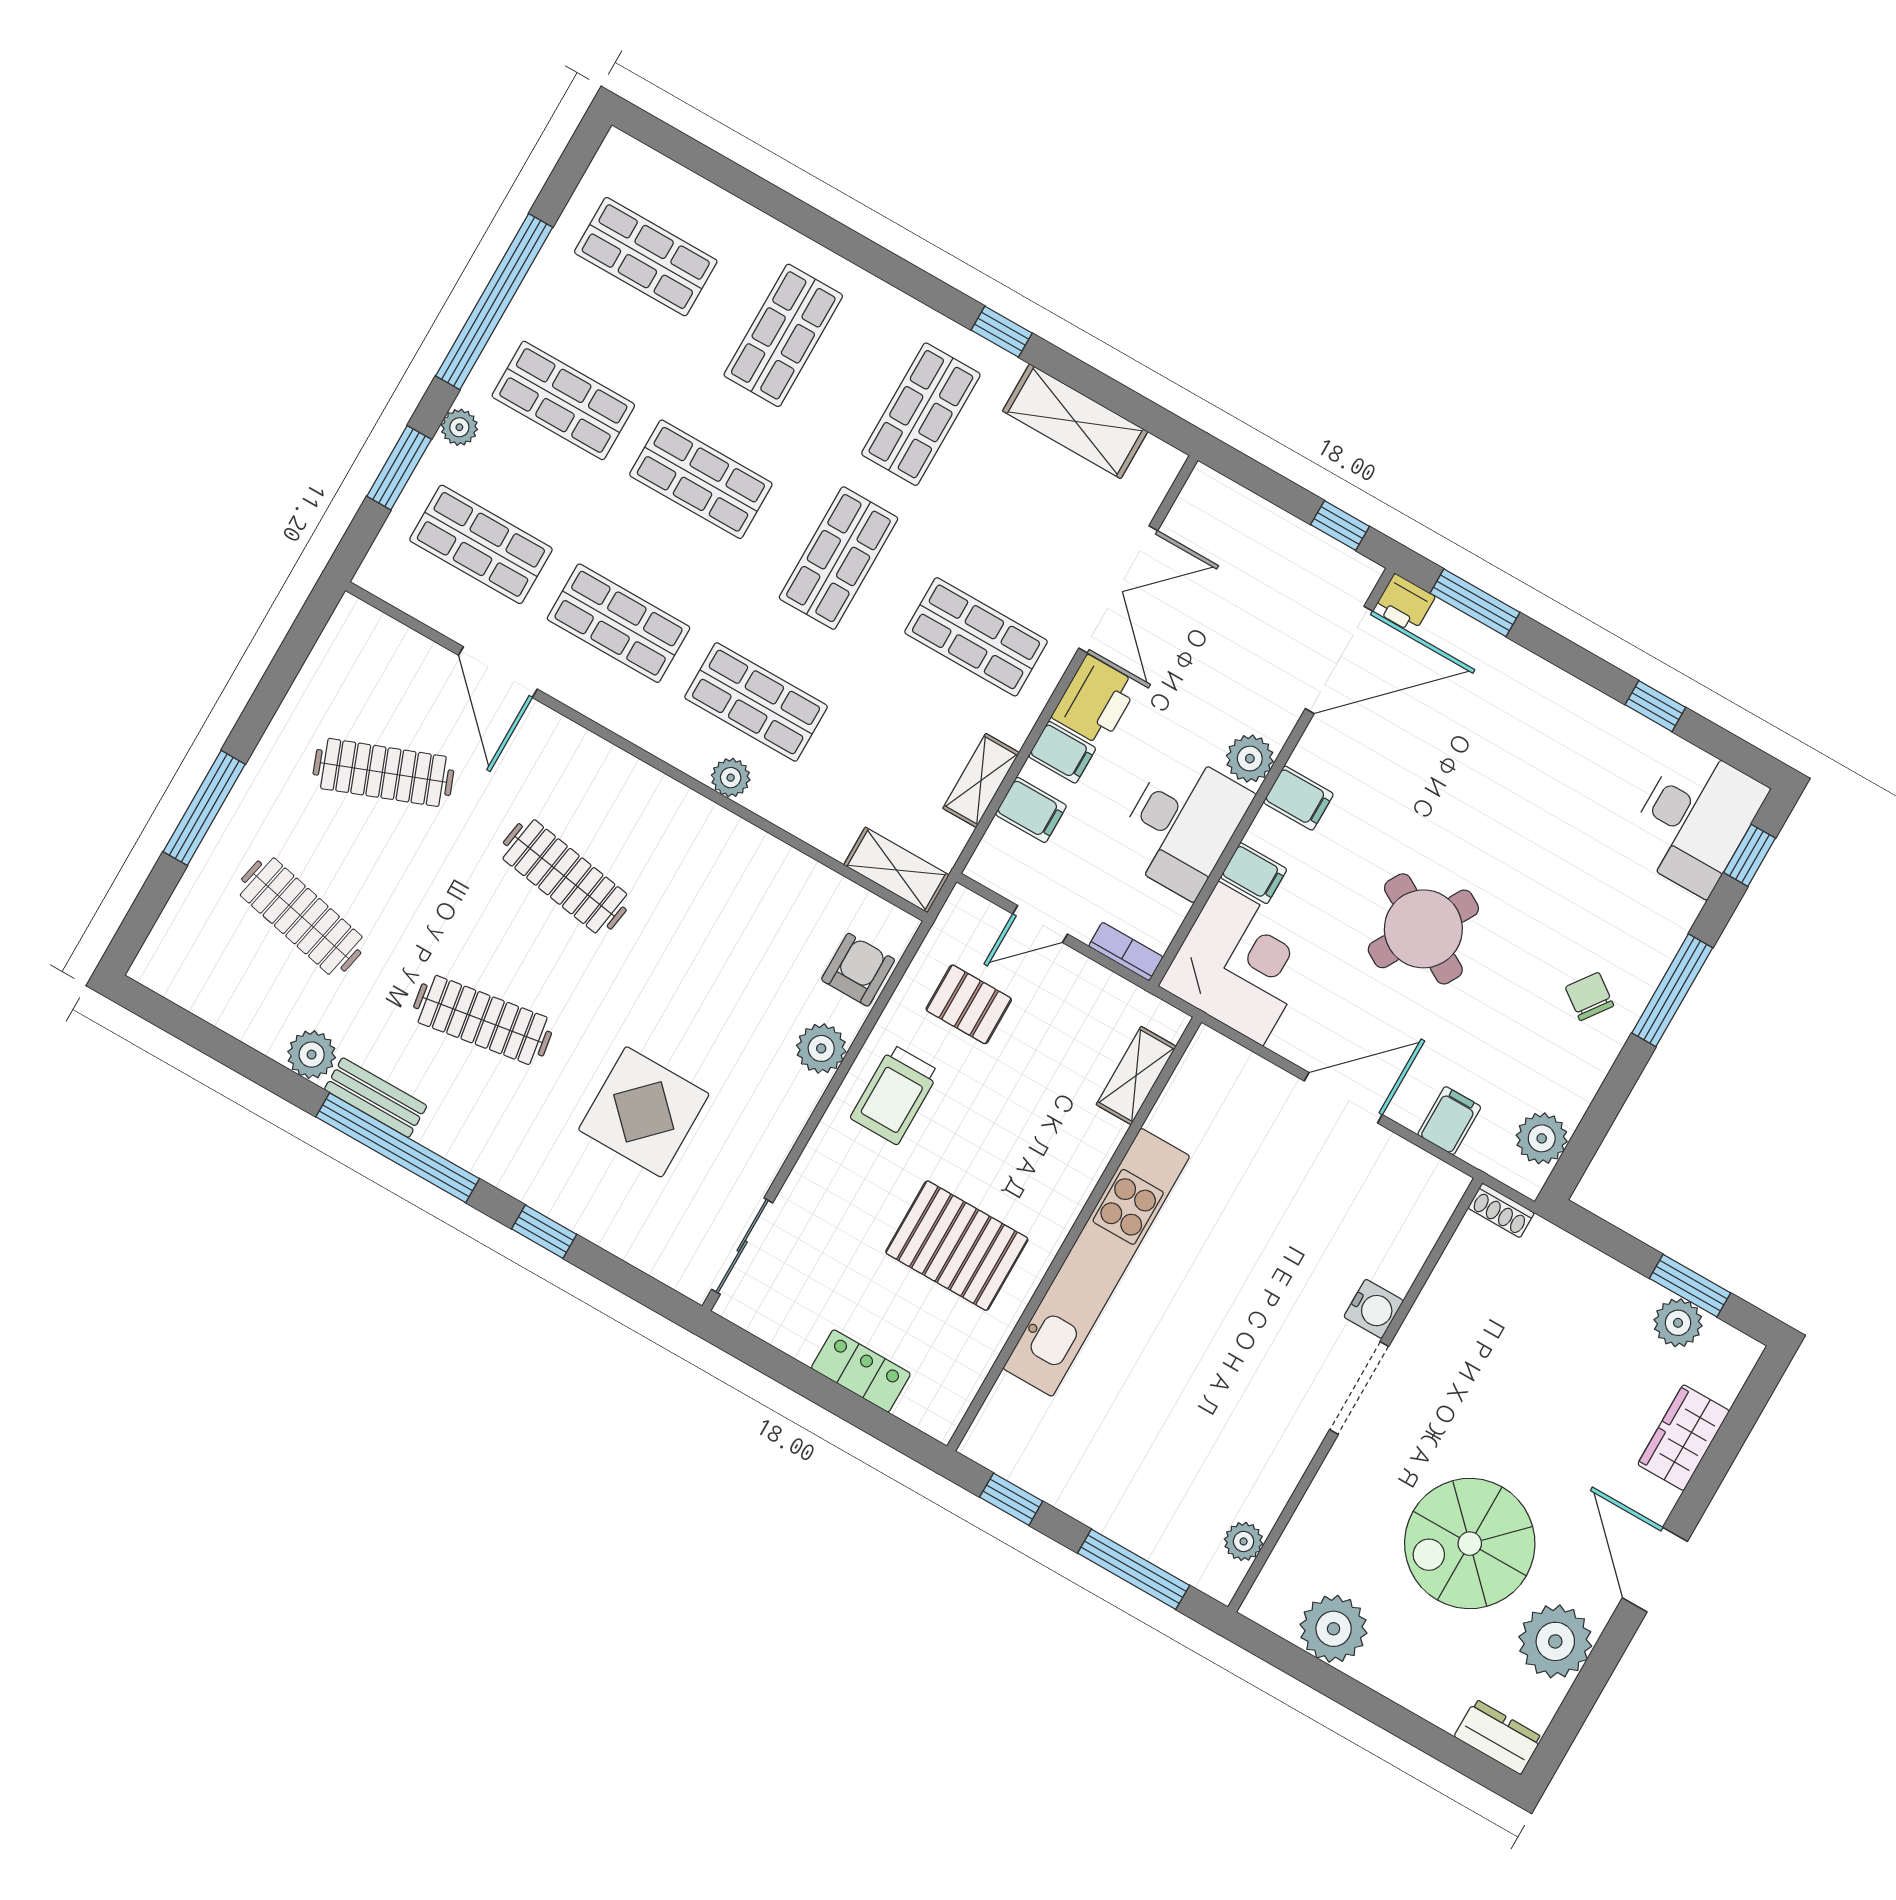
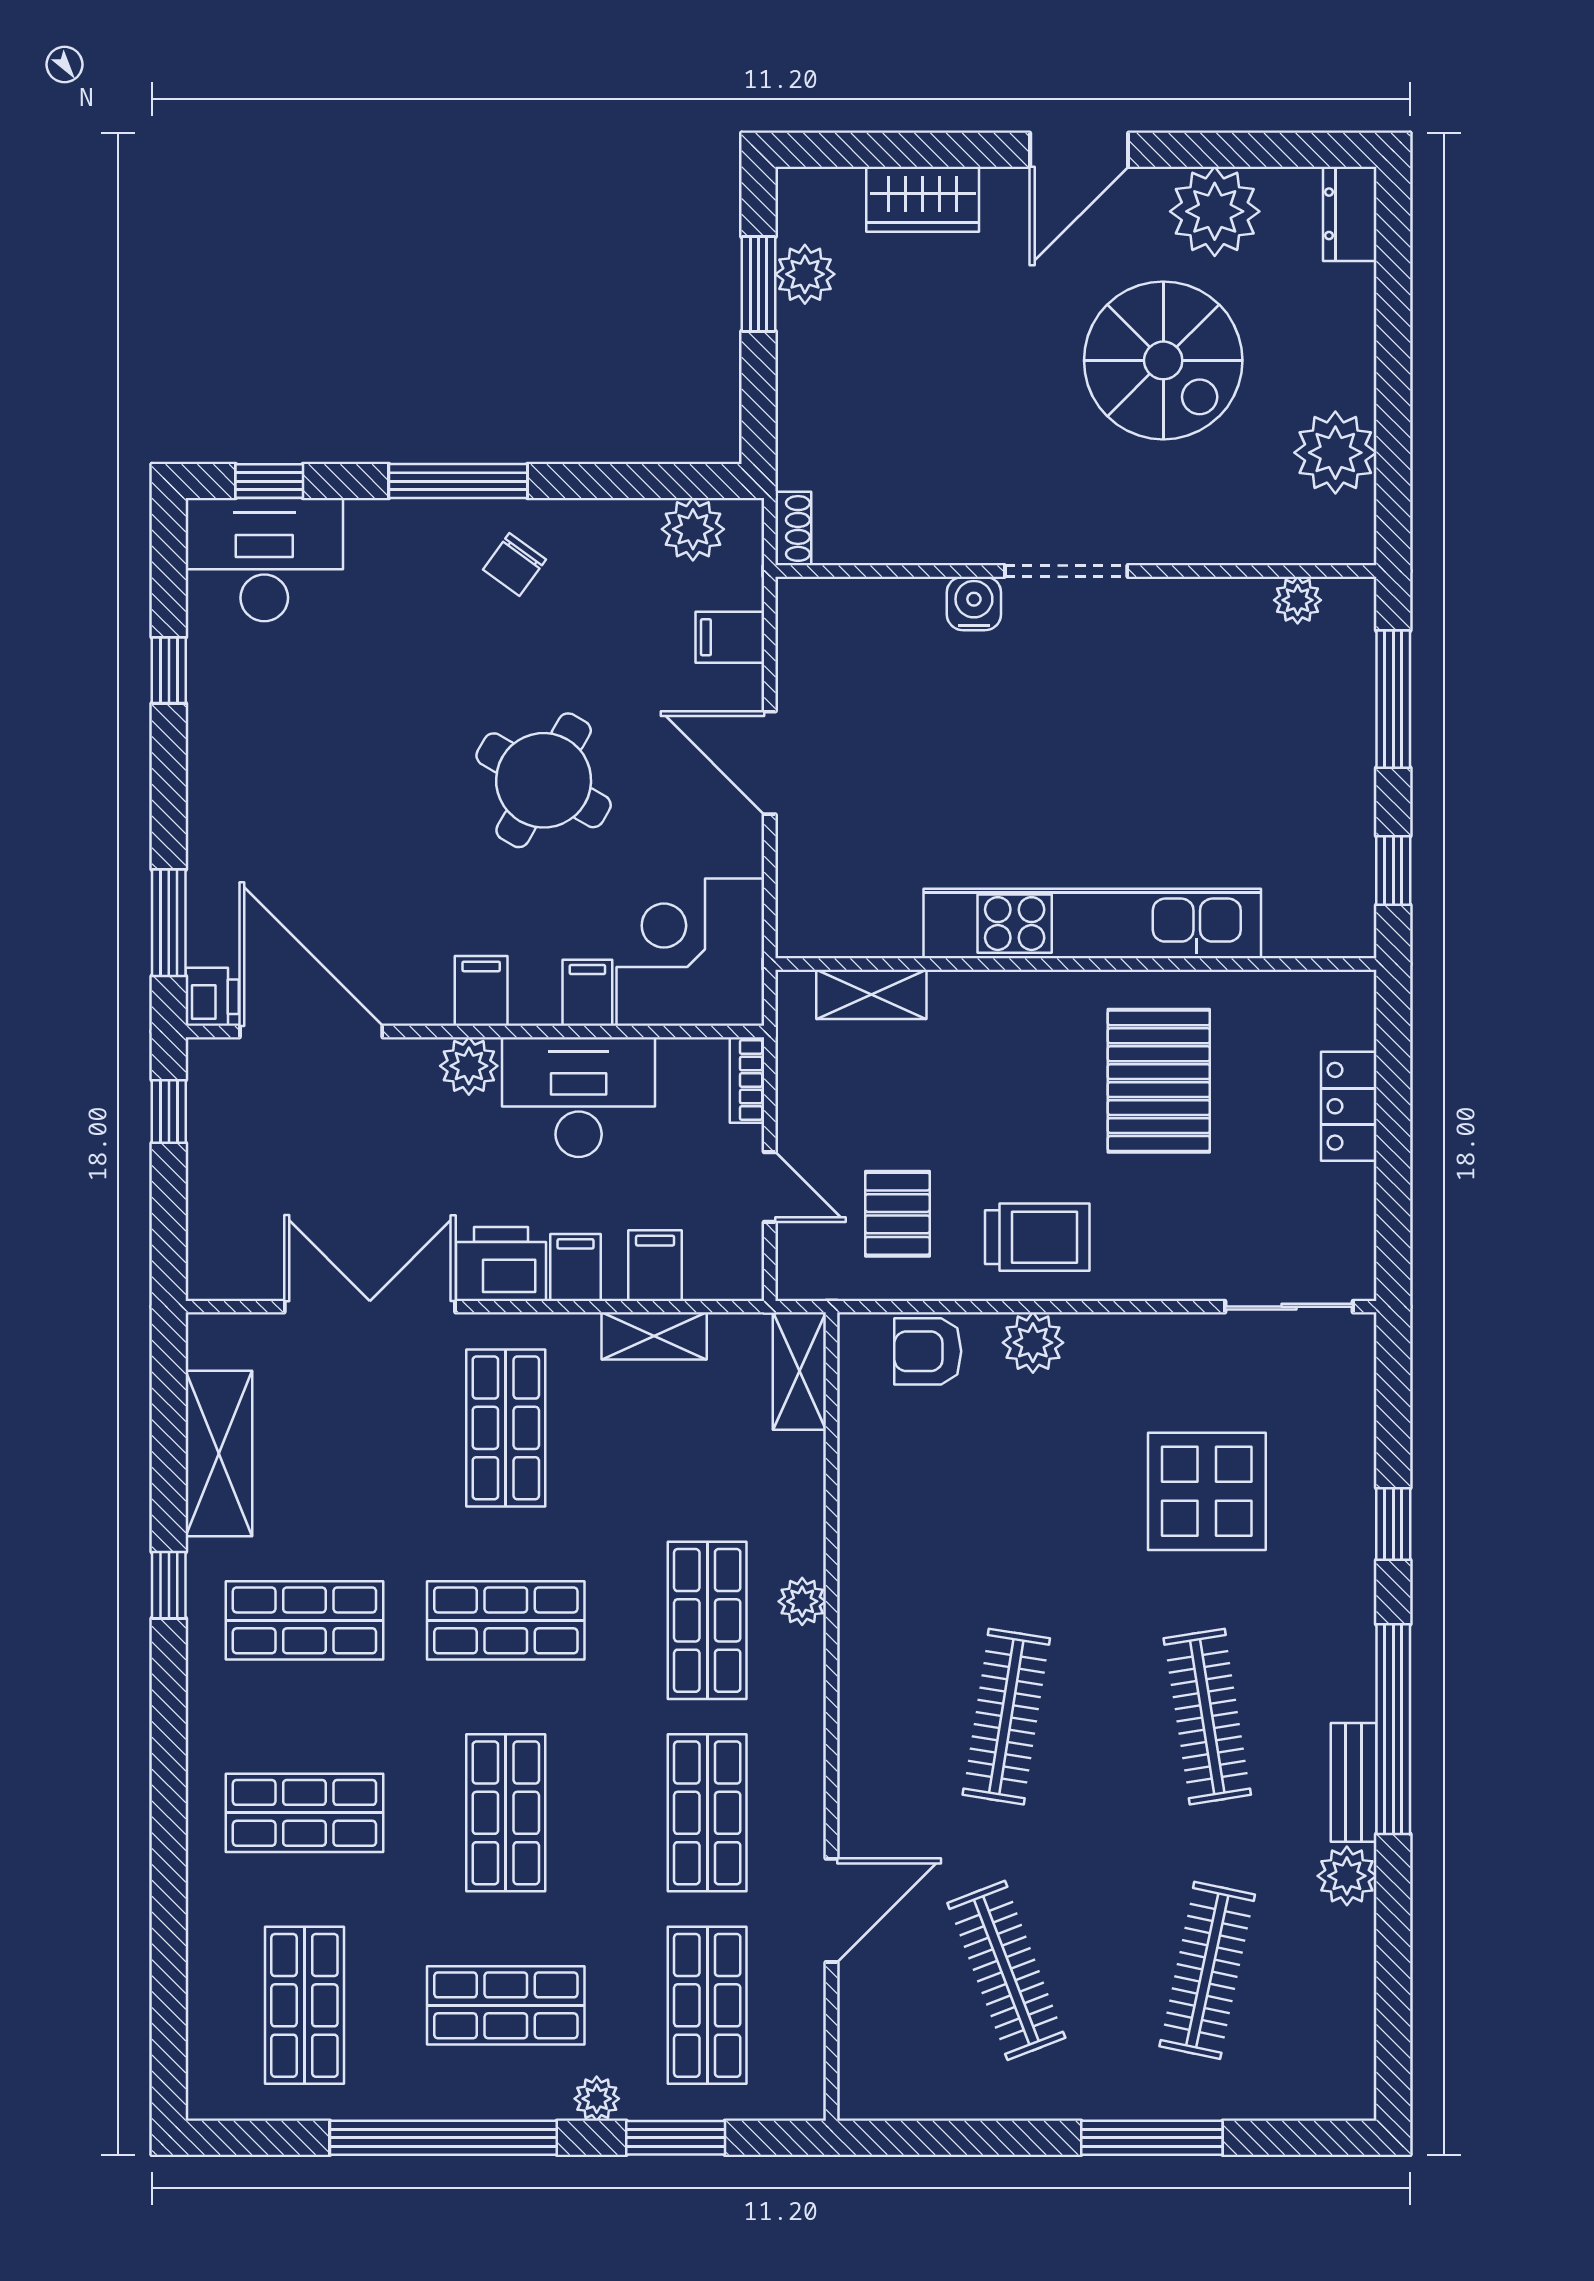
shop shelf: (563, 400) -> (506, 2005), turned 90

